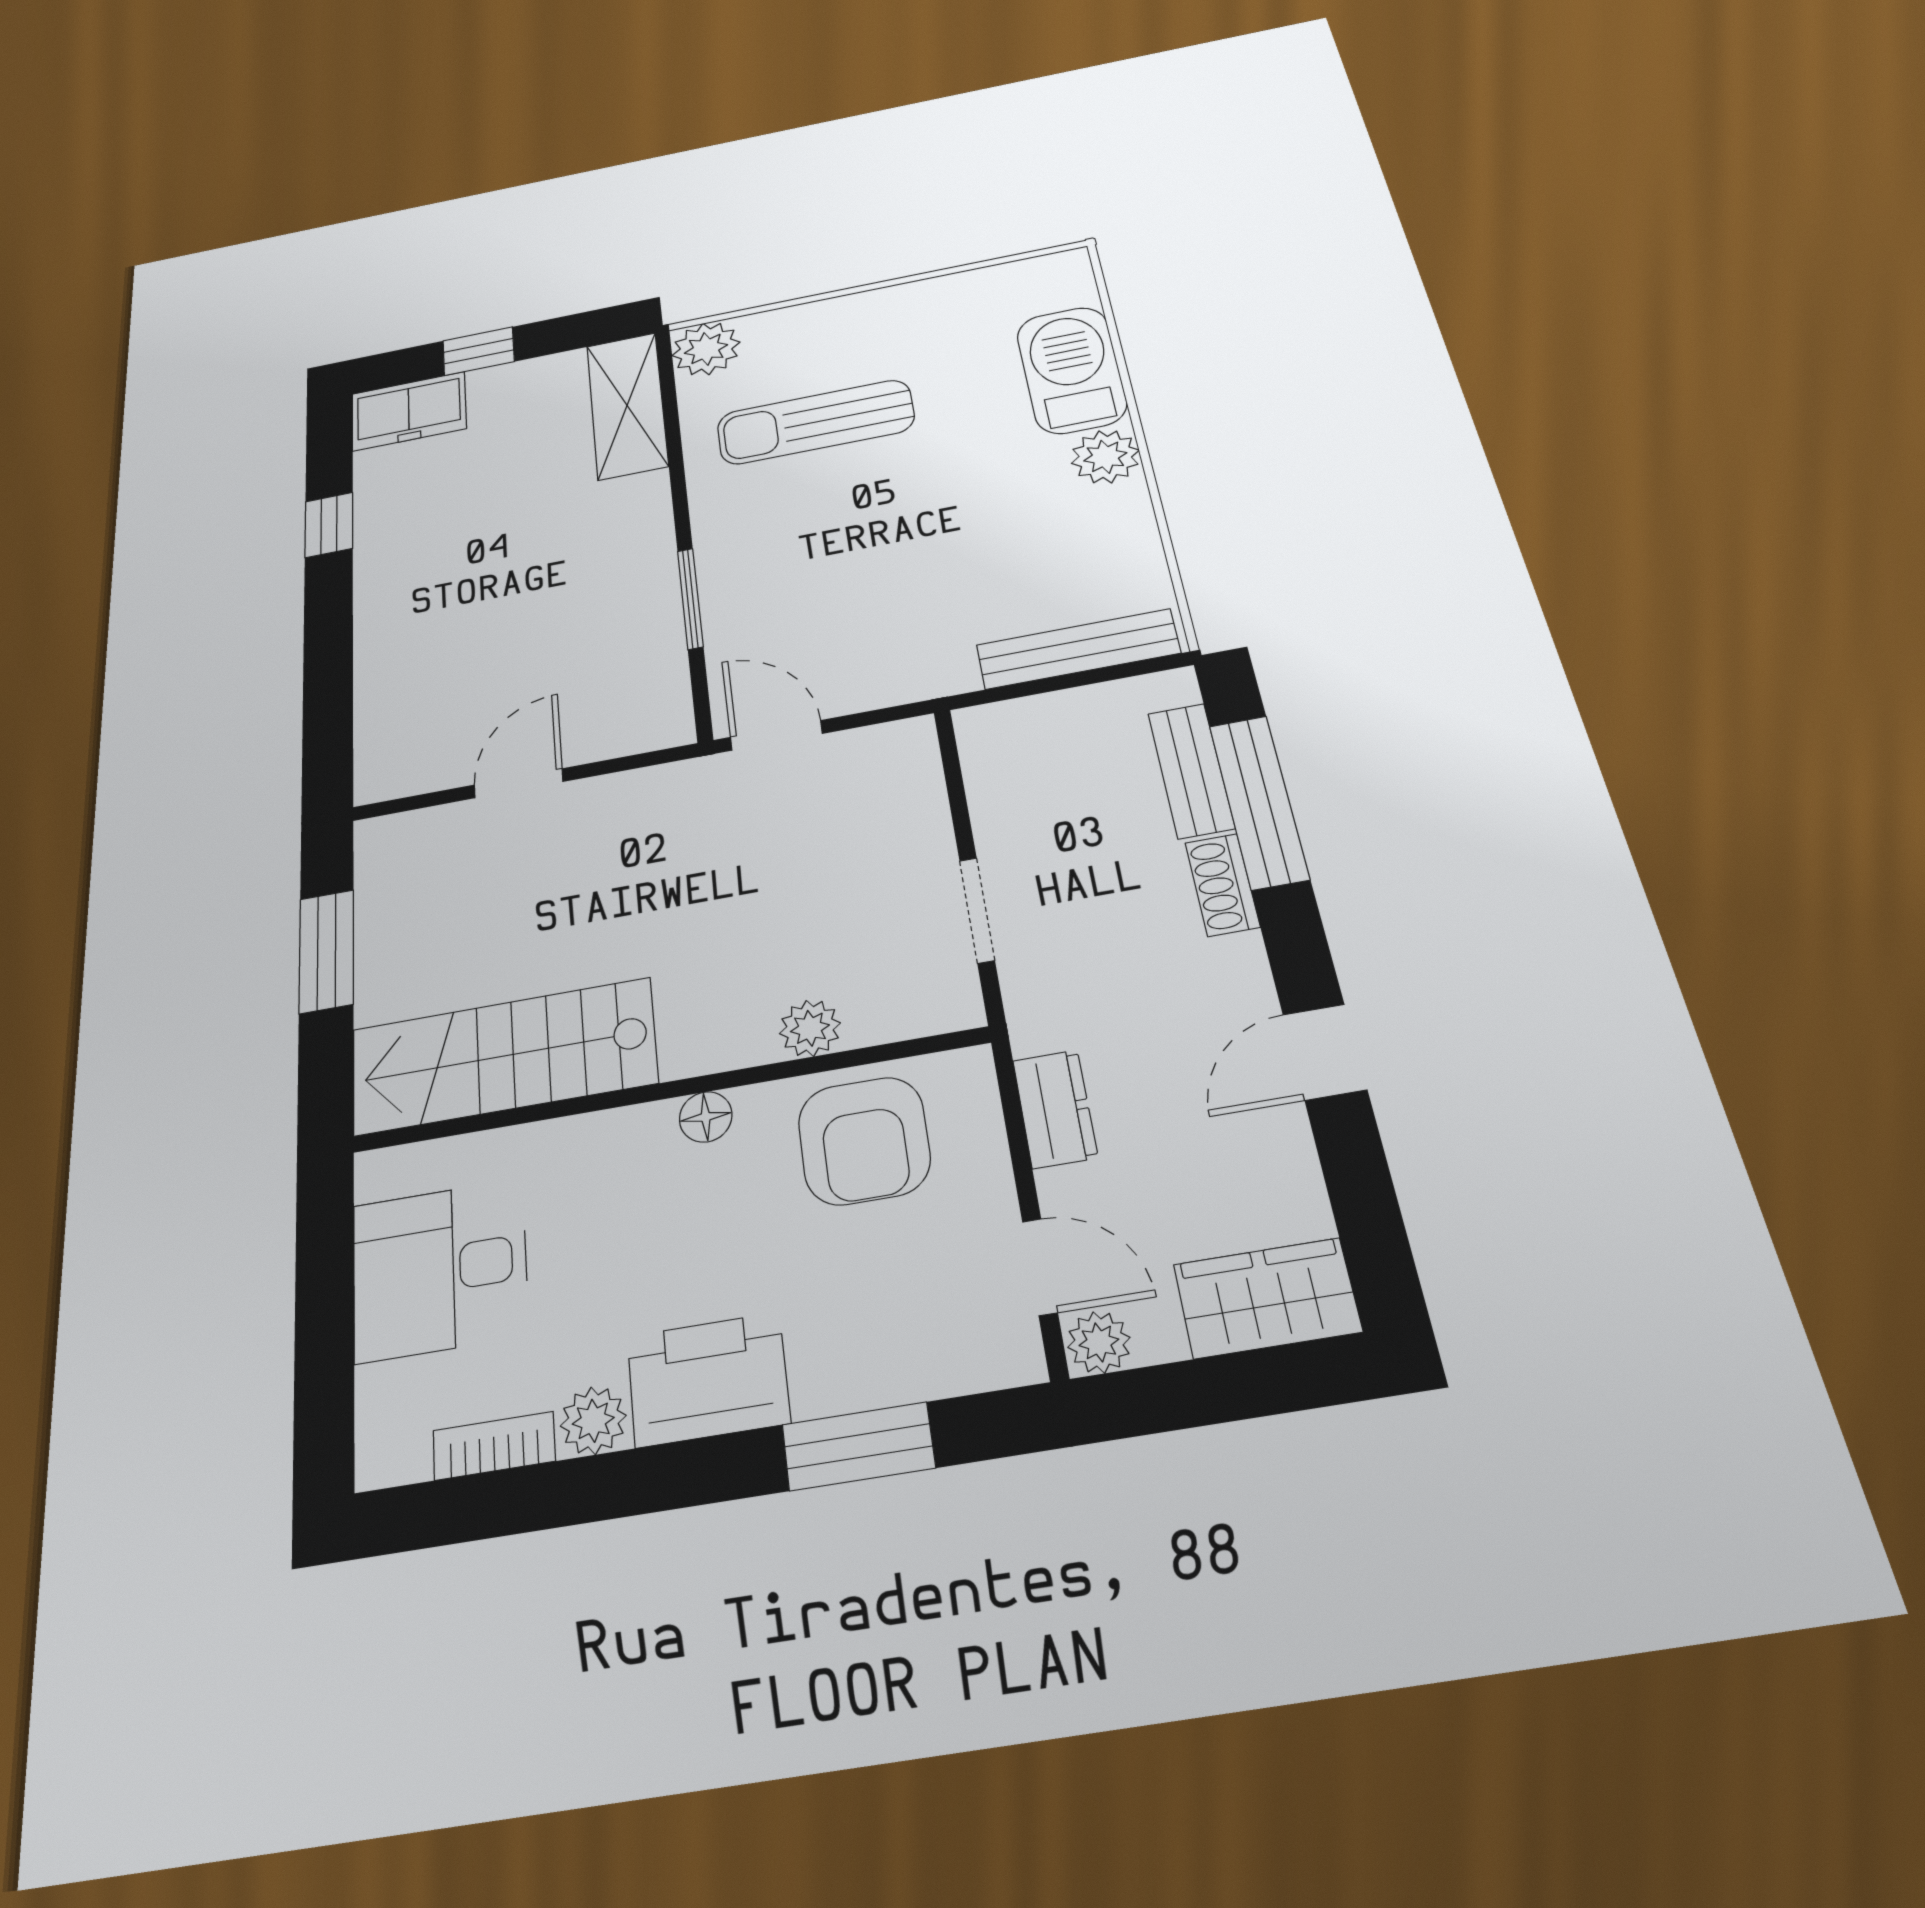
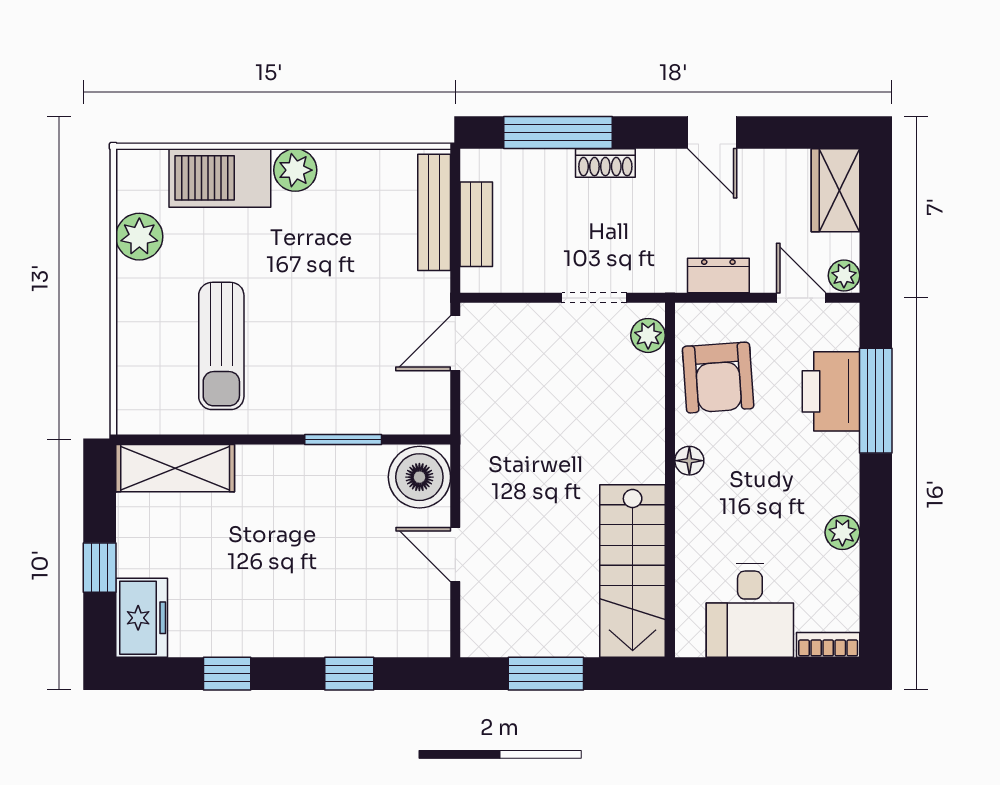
plant: (706, 349) -> (139, 237), moved
window: (328, 676) -> (349, 674), added
boiler: (640, 710) -> (419, 477), added
door: (776, 735) -> (455, 343), moved
bench: (1191, 770) -> (476, 224), moved, turned 90
plant: (810, 1028) -> (648, 335), moved
armchair: (864, 1141) -> (718, 378), turned 86
door: (1040, 1267) -> (801, 298), hinge flipped
printer: (708, 1379) -> (831, 391), moved
bookcase: (494, 1446) -> (828, 645), moved, turned 90
window: (858, 1446) -> (876, 401), width x1.44

